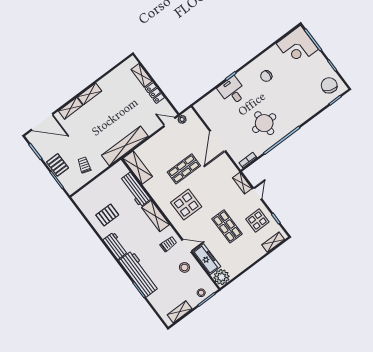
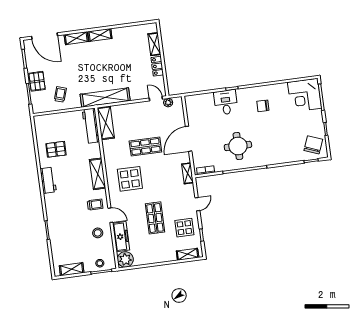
shelving: (242, 183) -> (188, 173), moved
workbench: (135, 190) -> (91, 126), moved
workbench: (139, 274) -> (55, 216), removed

